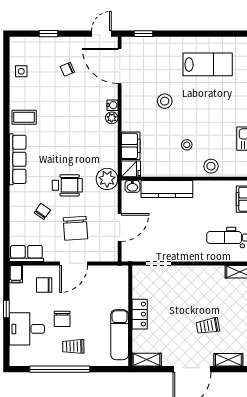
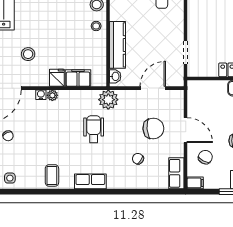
stool: (165, 101) -> (28, 54), moved
stool: (187, 145) -> (96, 26), moved
row of seats: (18, 159) -> (90, 181), width x0.68
fridge: (131, 169) -> (57, 78), moved
wheelchair: (67, 185) -> (94, 129), moved
door: (120, 227) -> (153, 88), hinge flipped
chair: (44, 285) -> (205, 157), turned -152

